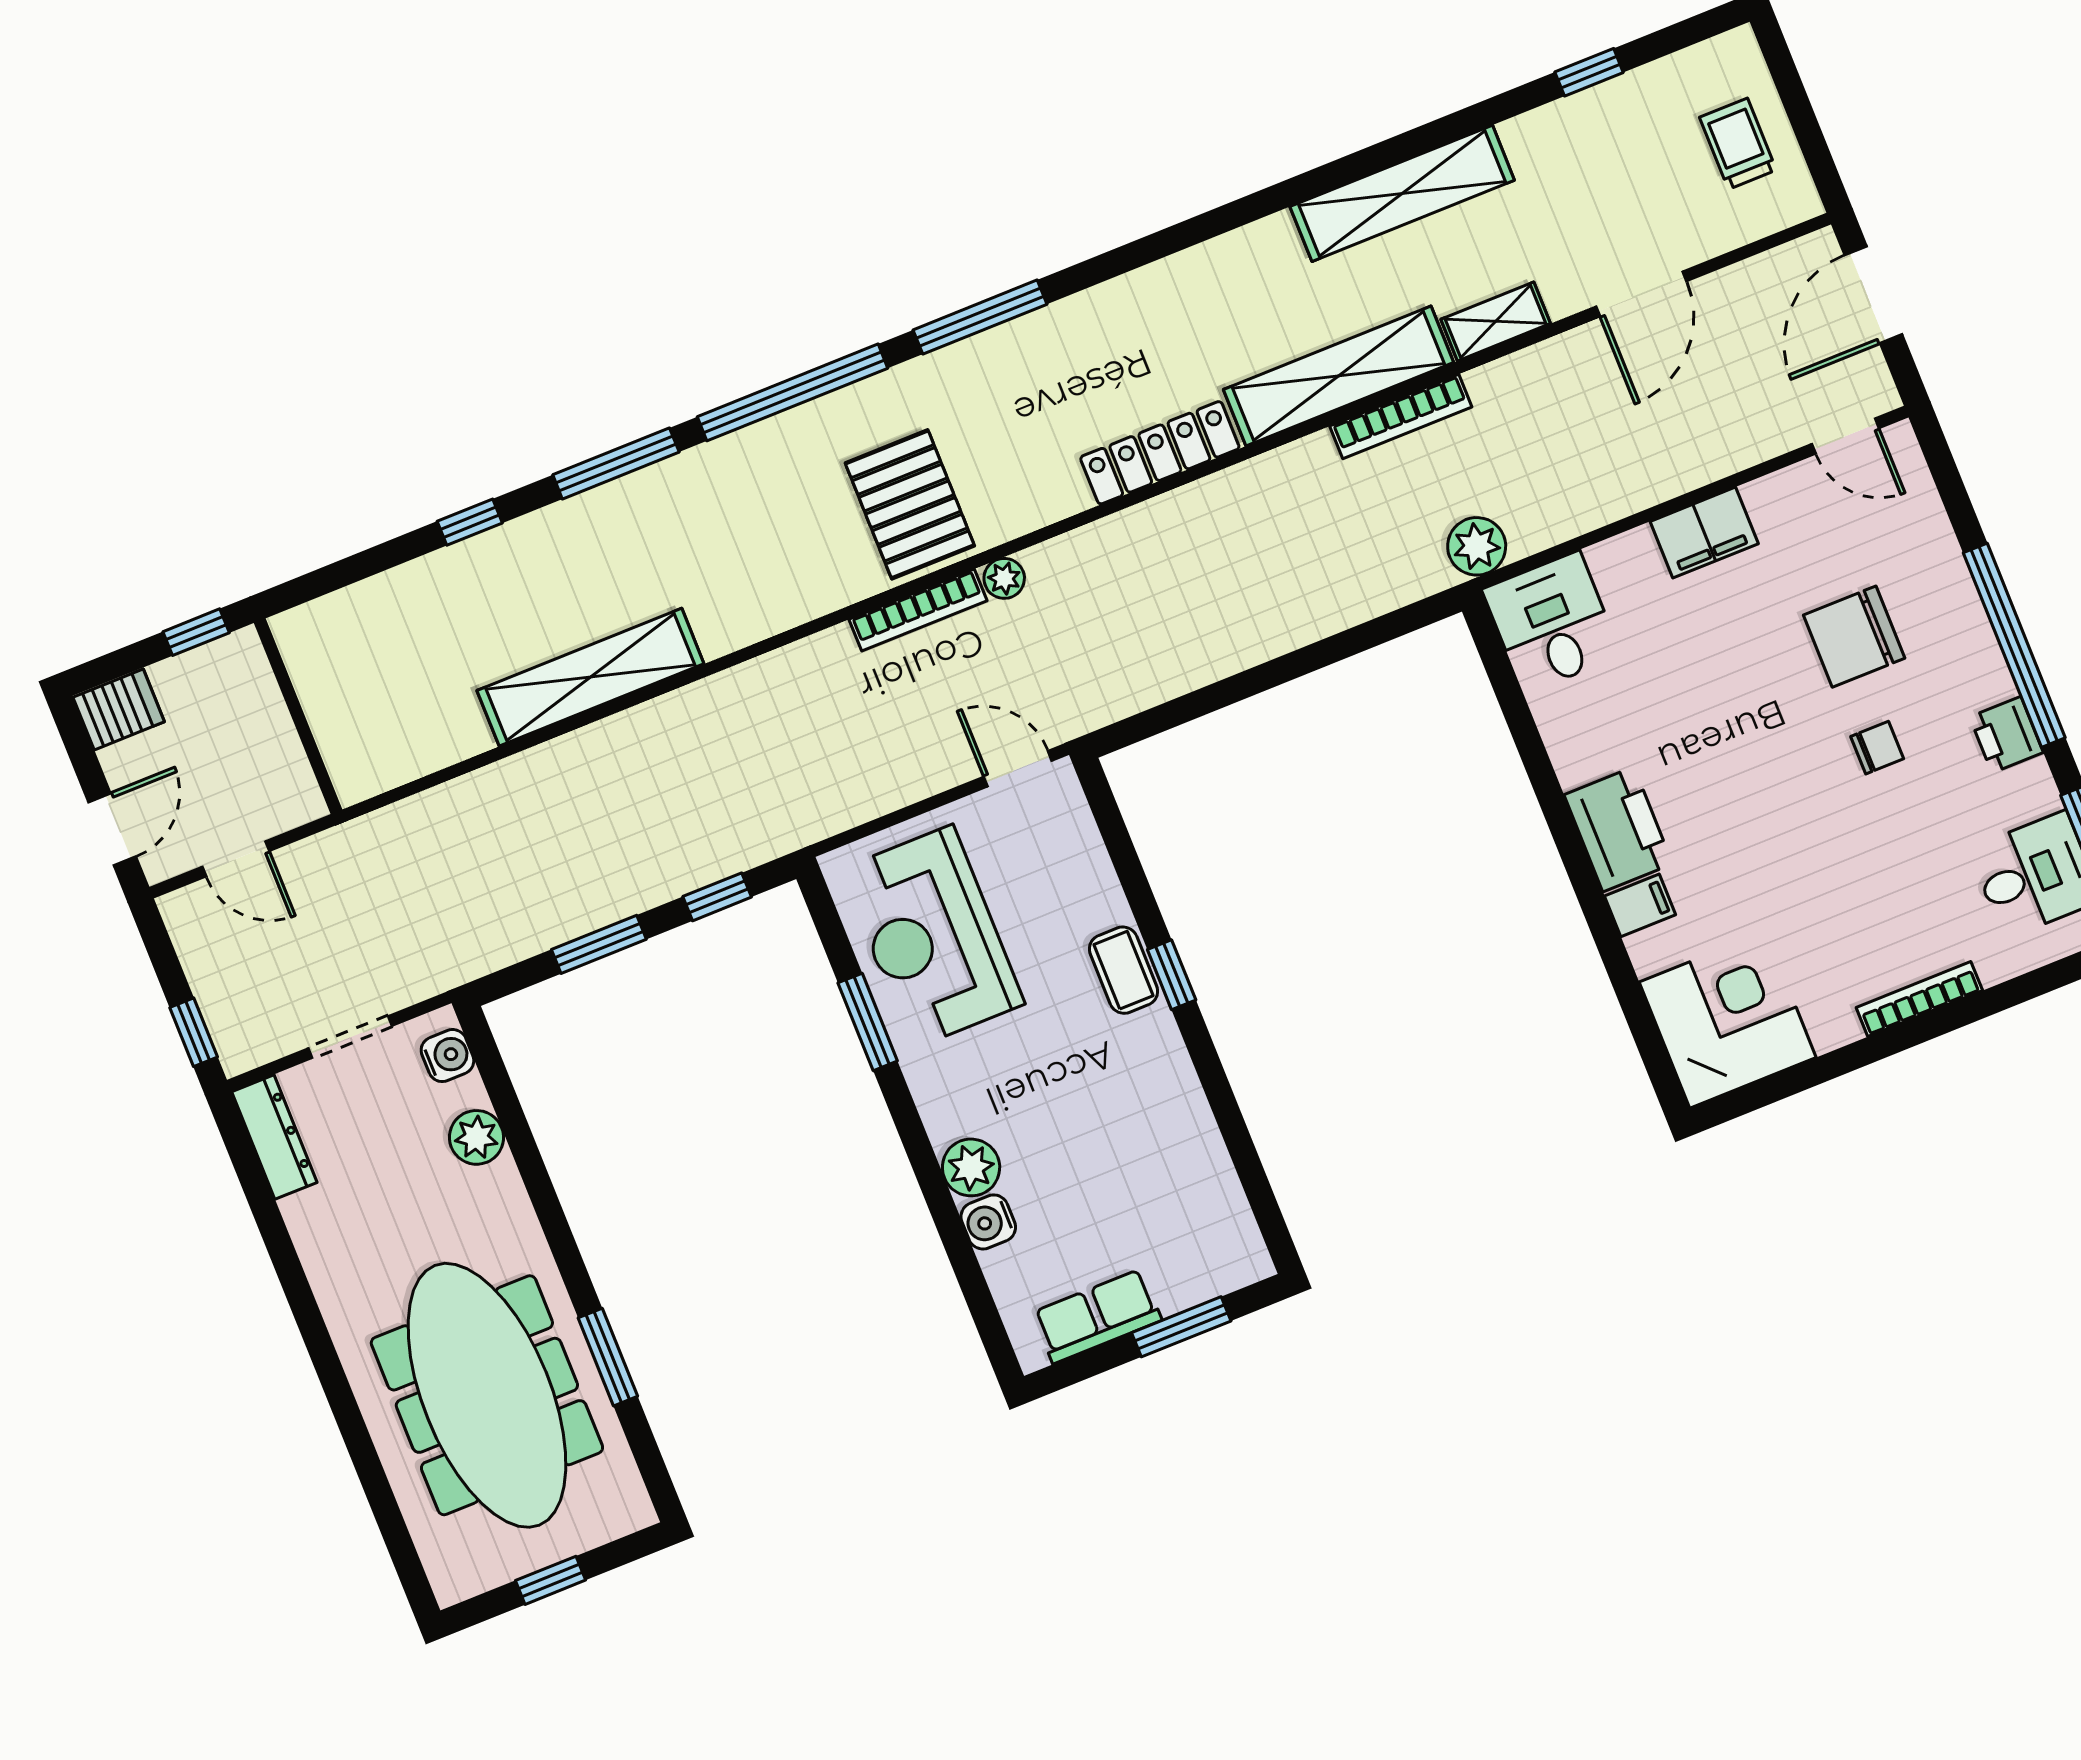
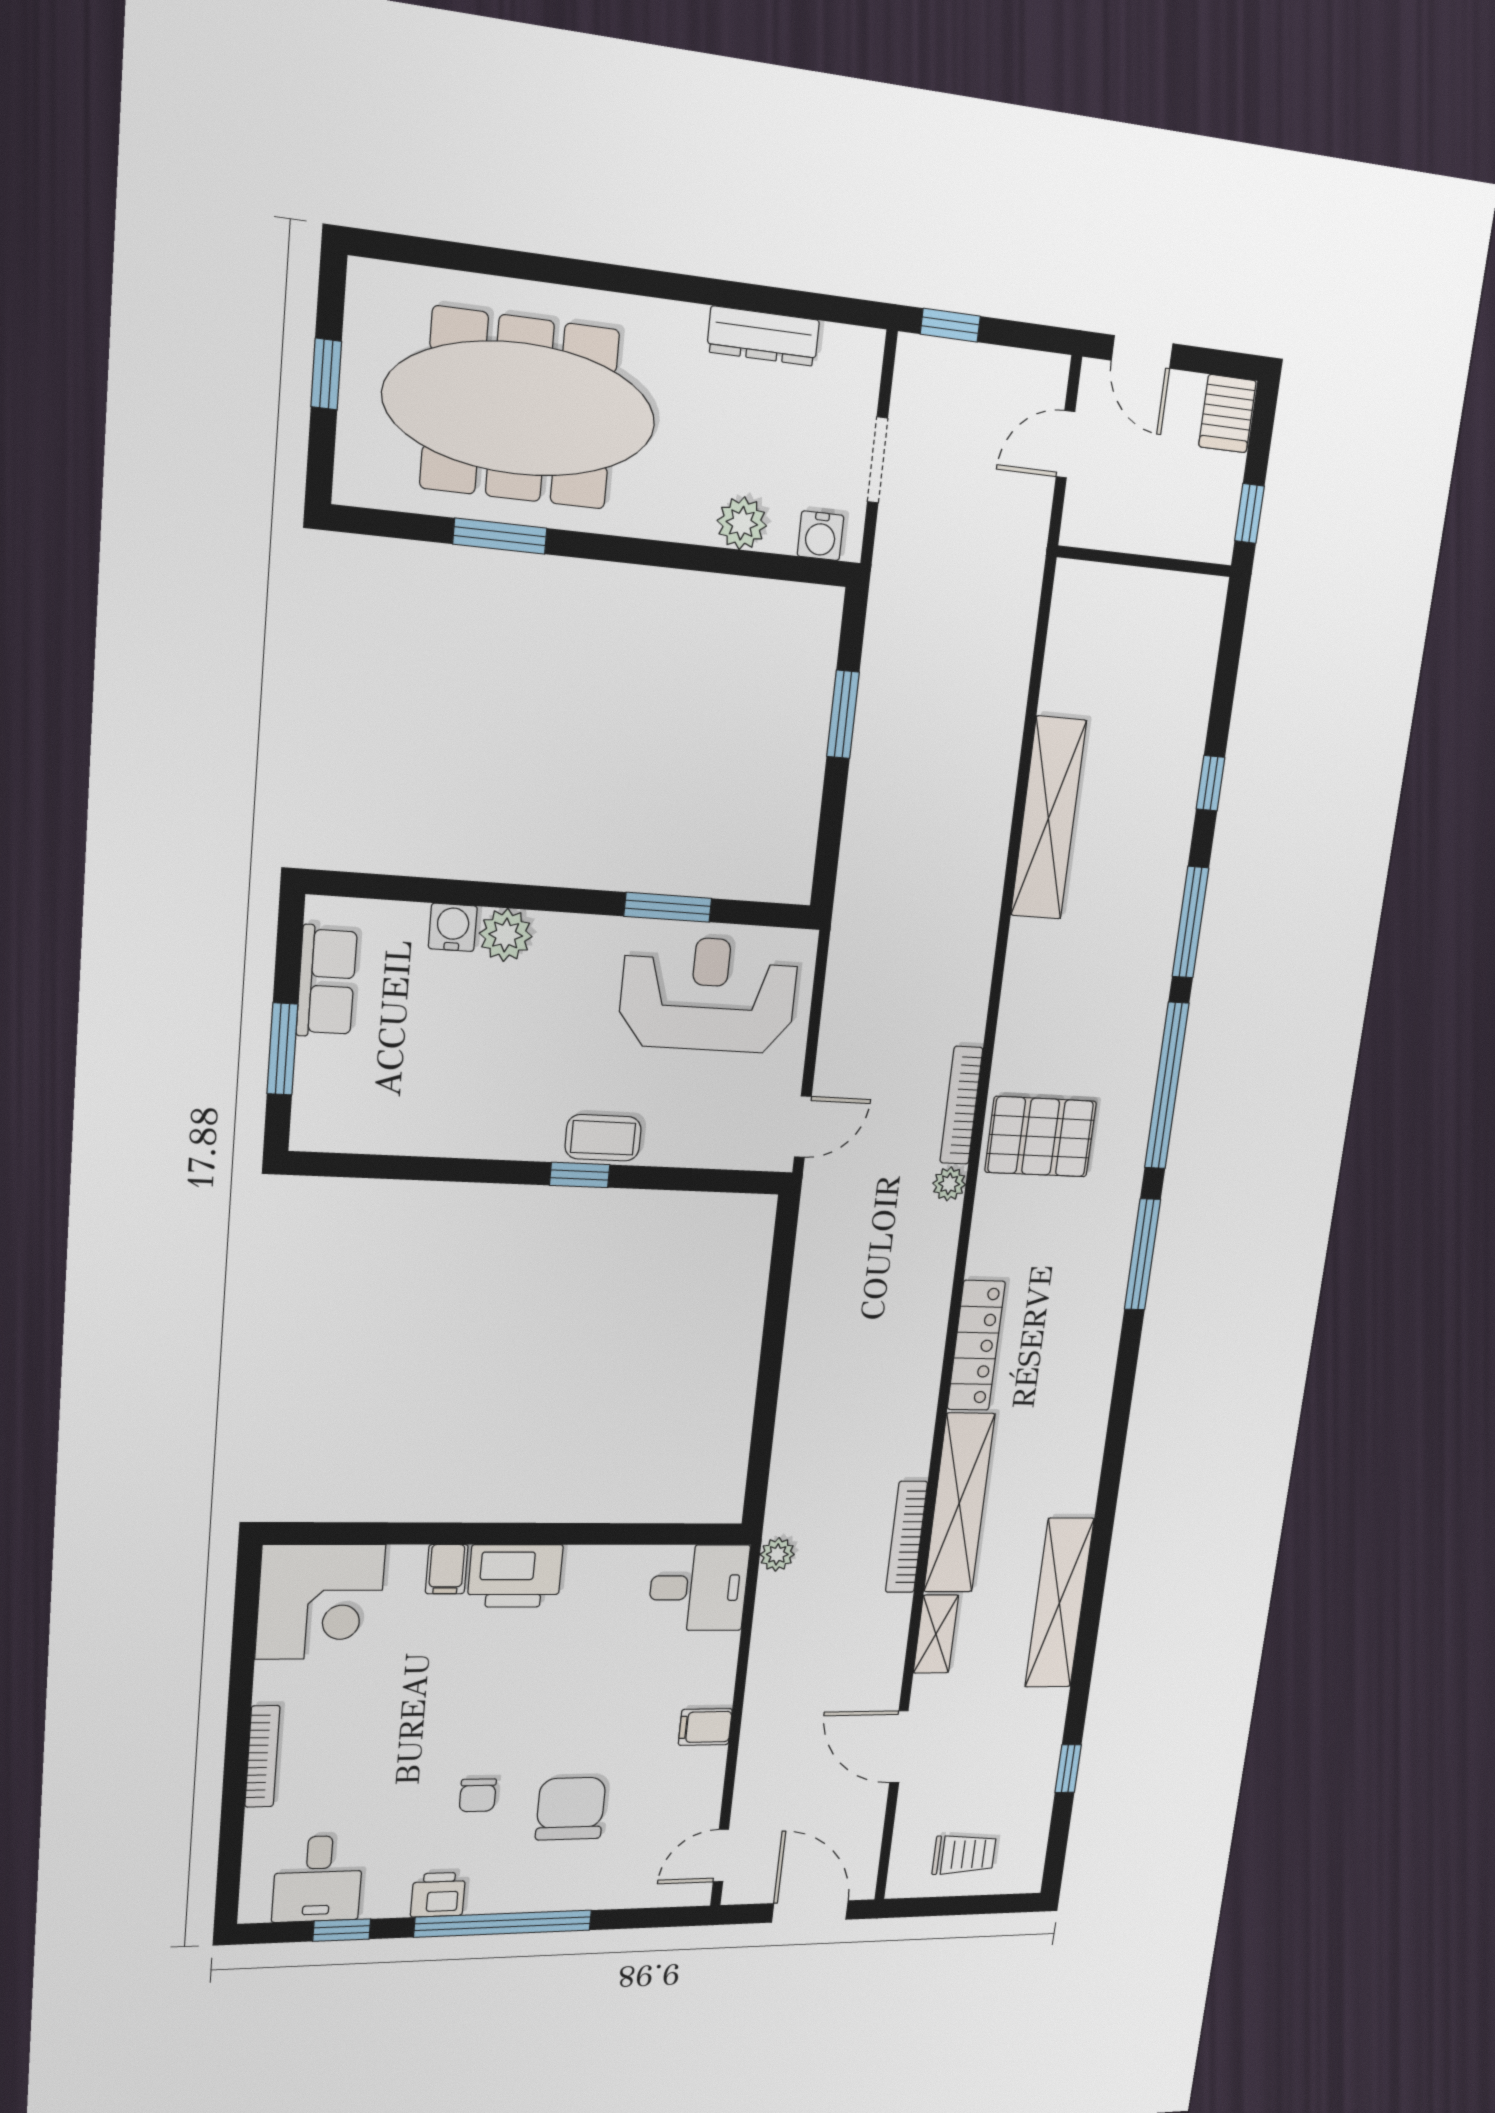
filing cabinet: (1704, 533) -> (705, 1727), width x0.50
plant: (1477, 546) -> (777, 1554), width x0.73, depth x0.73
window: (717, 897) -> (830, 833), removed
dresser: (274, 1137) -> (763, 336), moved

